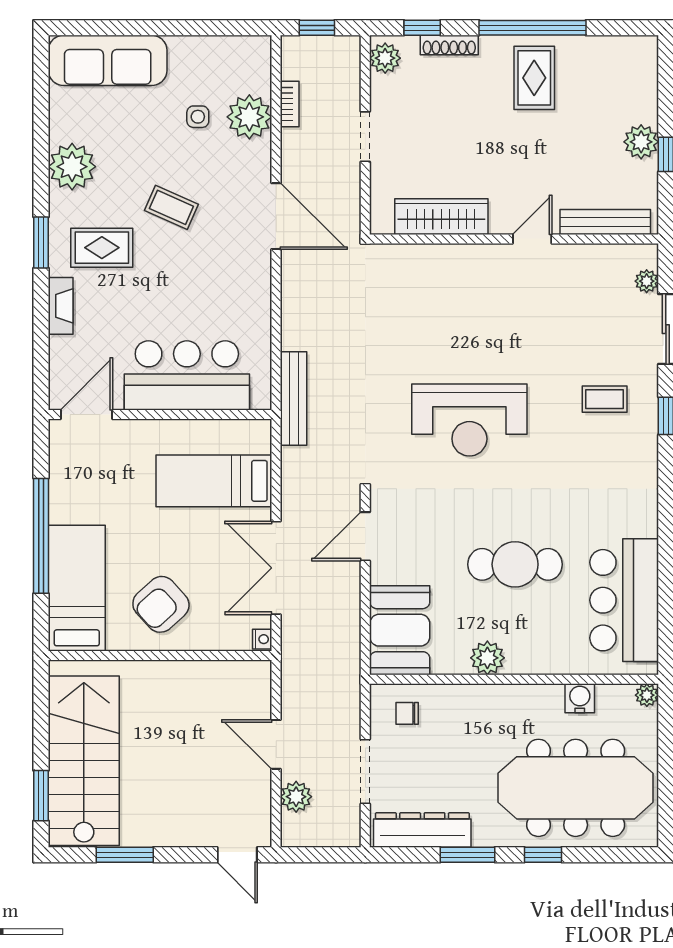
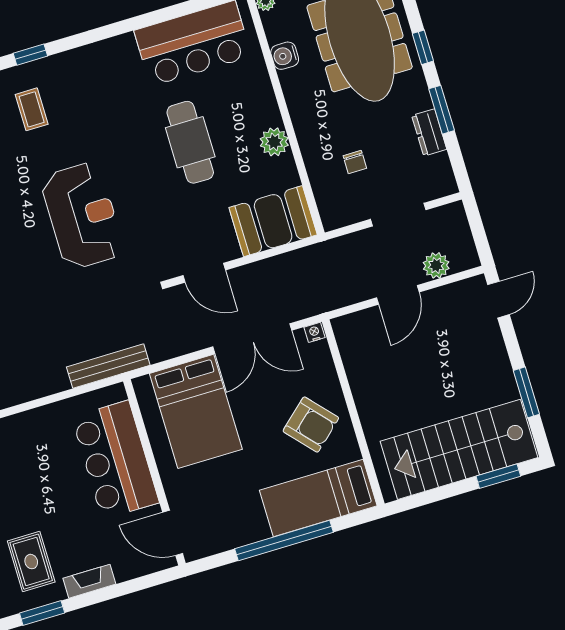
bed: (214, 481) -> (196, 411), width x1.50
chair: (407, 713) -> (355, 162), moved
dresser: (422, 830) -> (429, 132), width x0.51, depth x0.80

